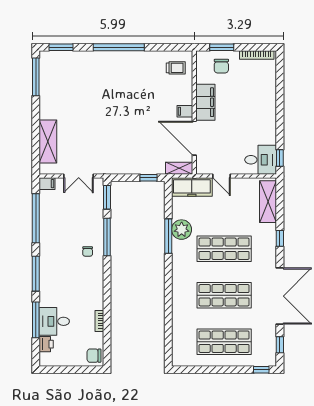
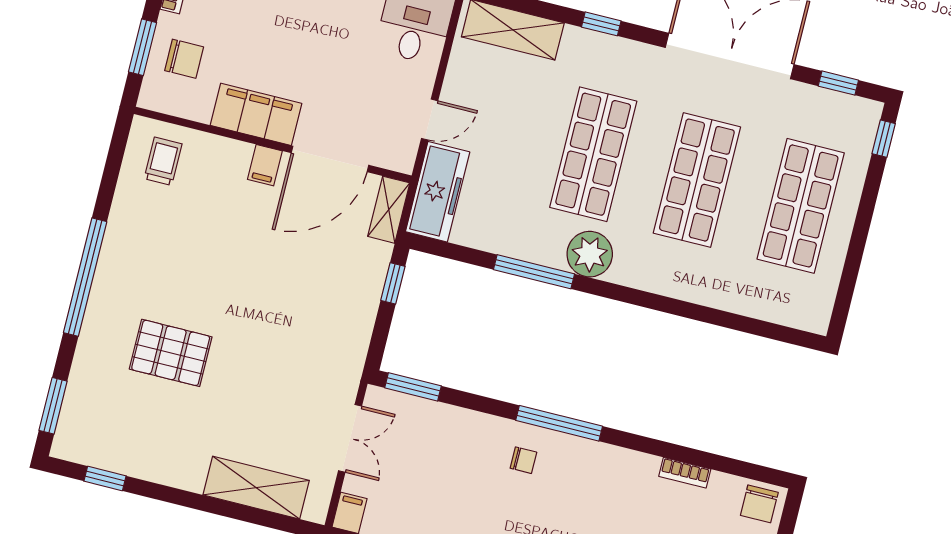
window: (36, 77) -> (105, 479), width x0.46
pallet: (96, 91) -> (171, 353), added
plant: (182, 230) -> (590, 254), moved
window: (107, 237) -> (559, 423), moved

